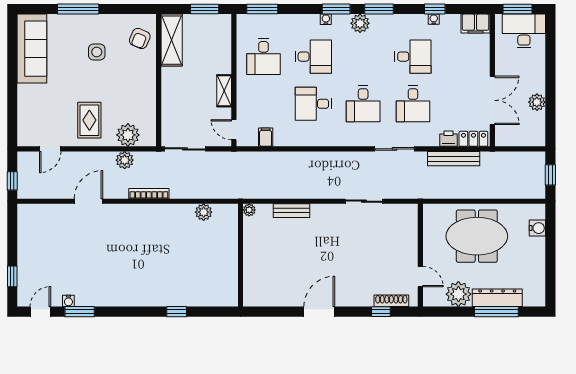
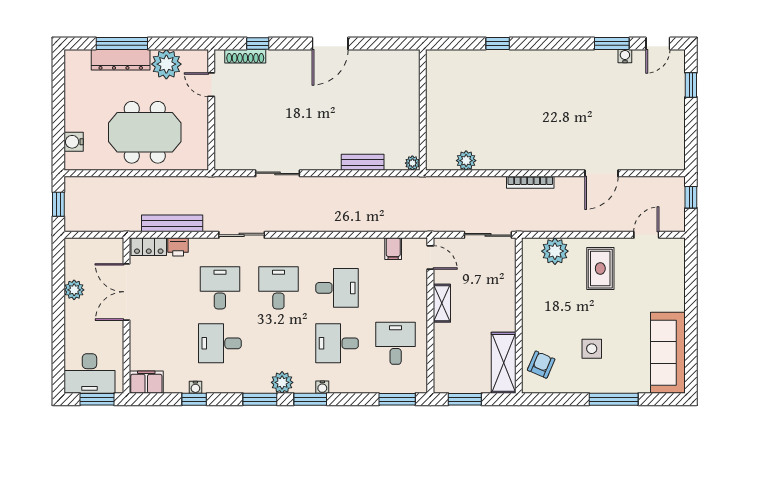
plant: (125, 160) -> (559, 222), removed

